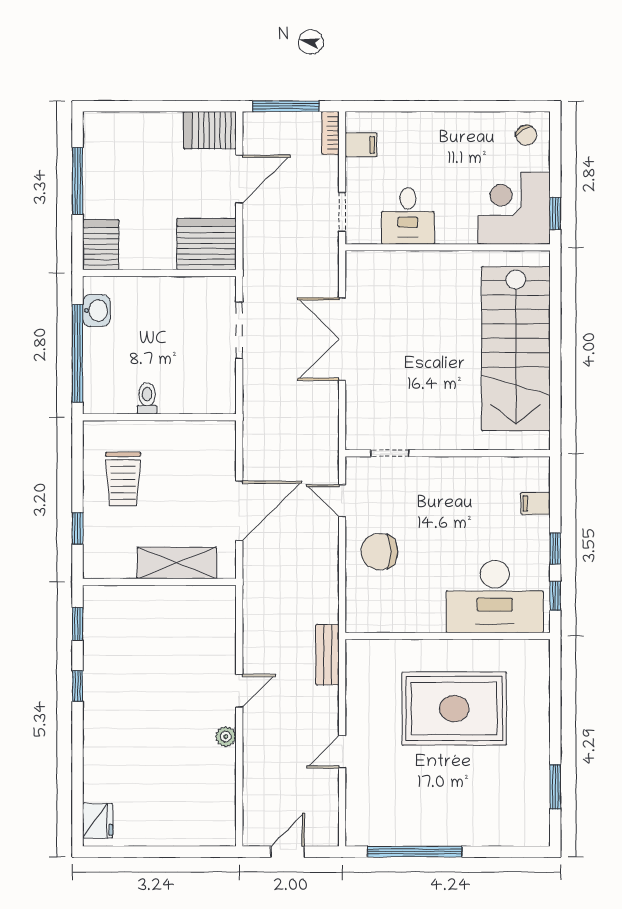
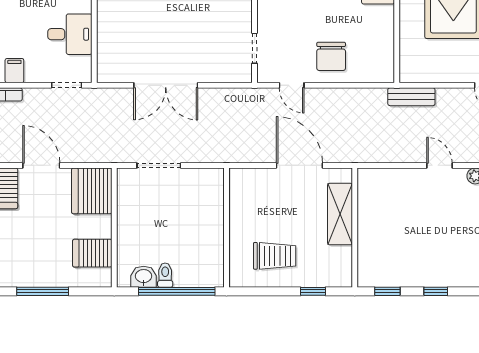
server rack: (101, 245) -> (92, 253), moved
toilet: (147, 398) -> (165, 275), moved, turned 90
door: (342, 501) -> (292, 85), hinge flipped

